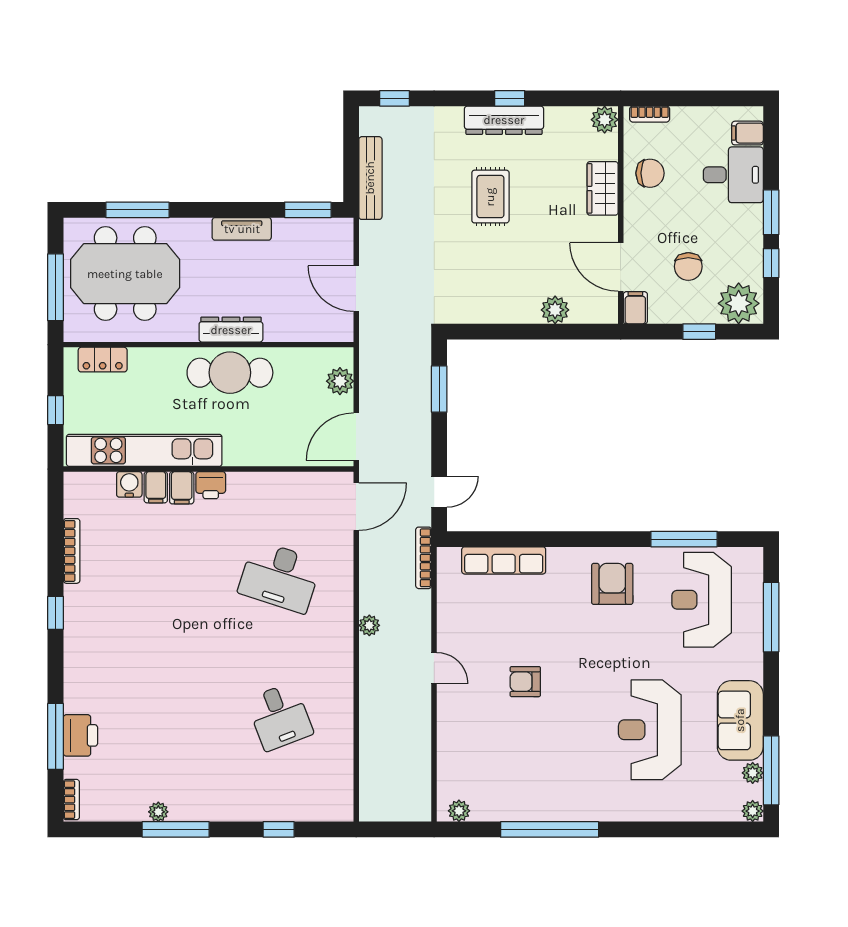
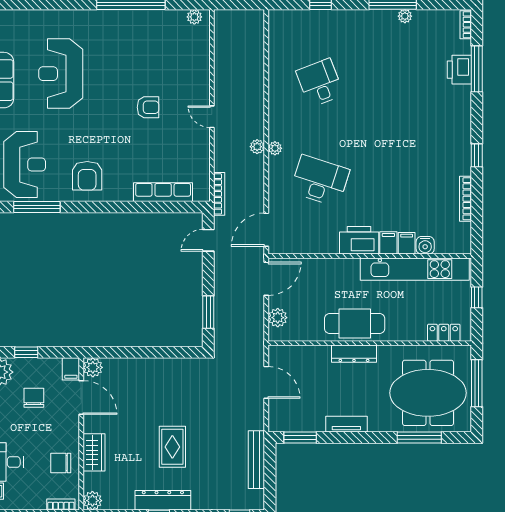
plant: (555, 310) -> (93, 367), moved
printer: (211, 485) -> (359, 240), width x1.87, depth x1.48
plant: (344, 623) -> (275, 148), added
reception desk: (650, 730) -> (61, 74), turned 180

